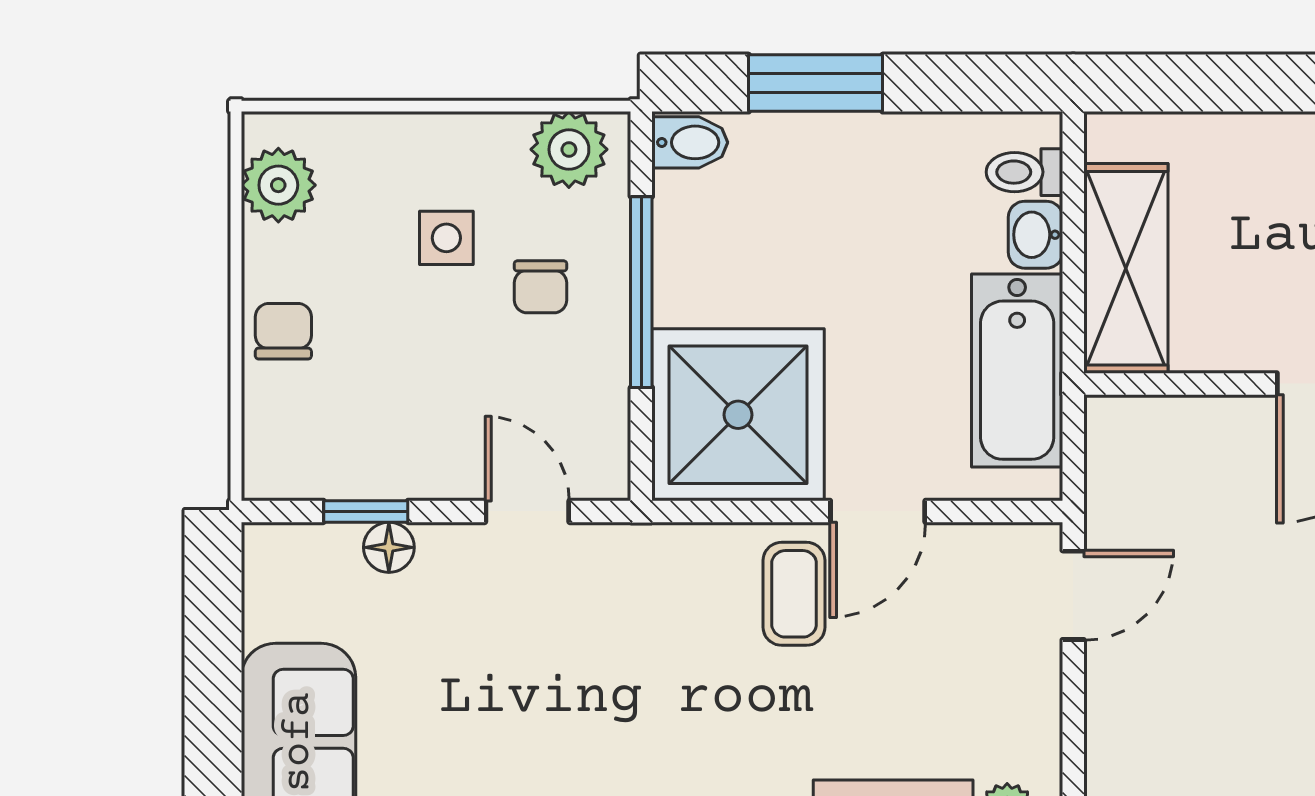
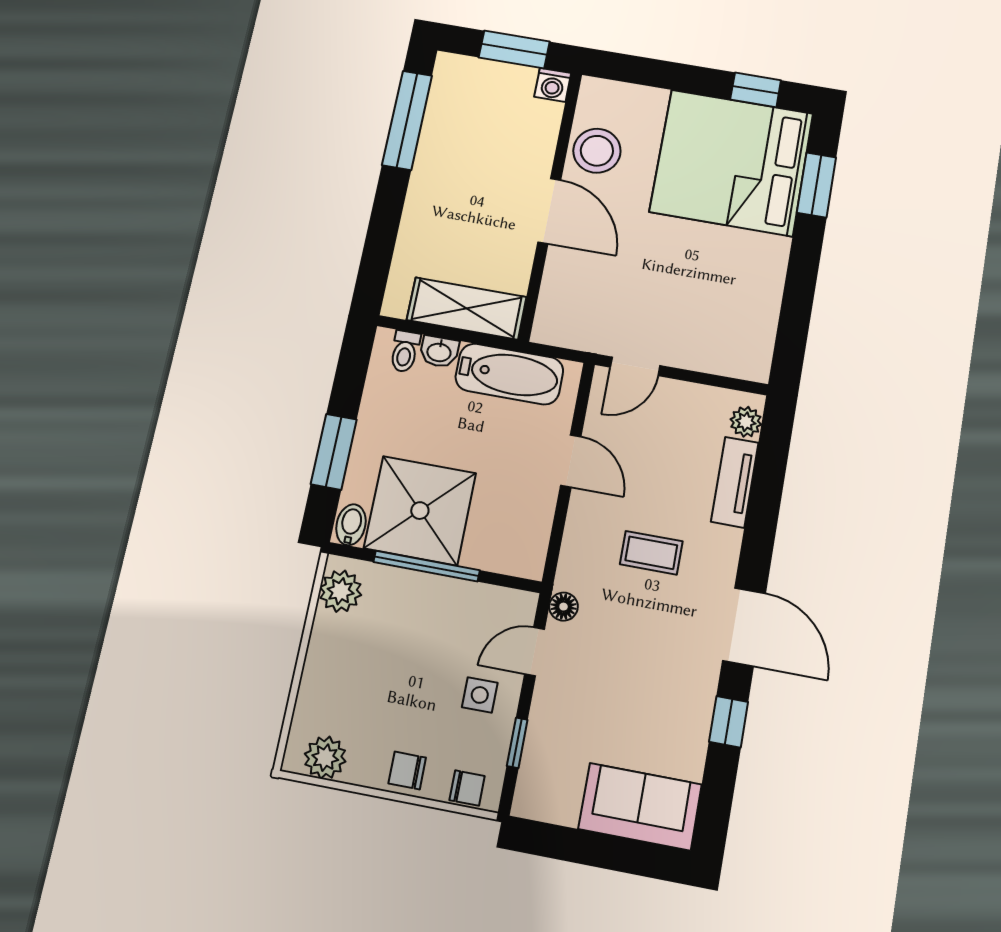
side table: (446, 238) -> (480, 695), moved
chair: (540, 287) -> (467, 788), moved
shower: (738, 415) -> (420, 511), moved
floor lamp: (389, 547) -> (564, 607), moved
coffee table: (794, 594) -> (651, 553), moved
door: (1073, 595) -> (635, 366), swing flipped

